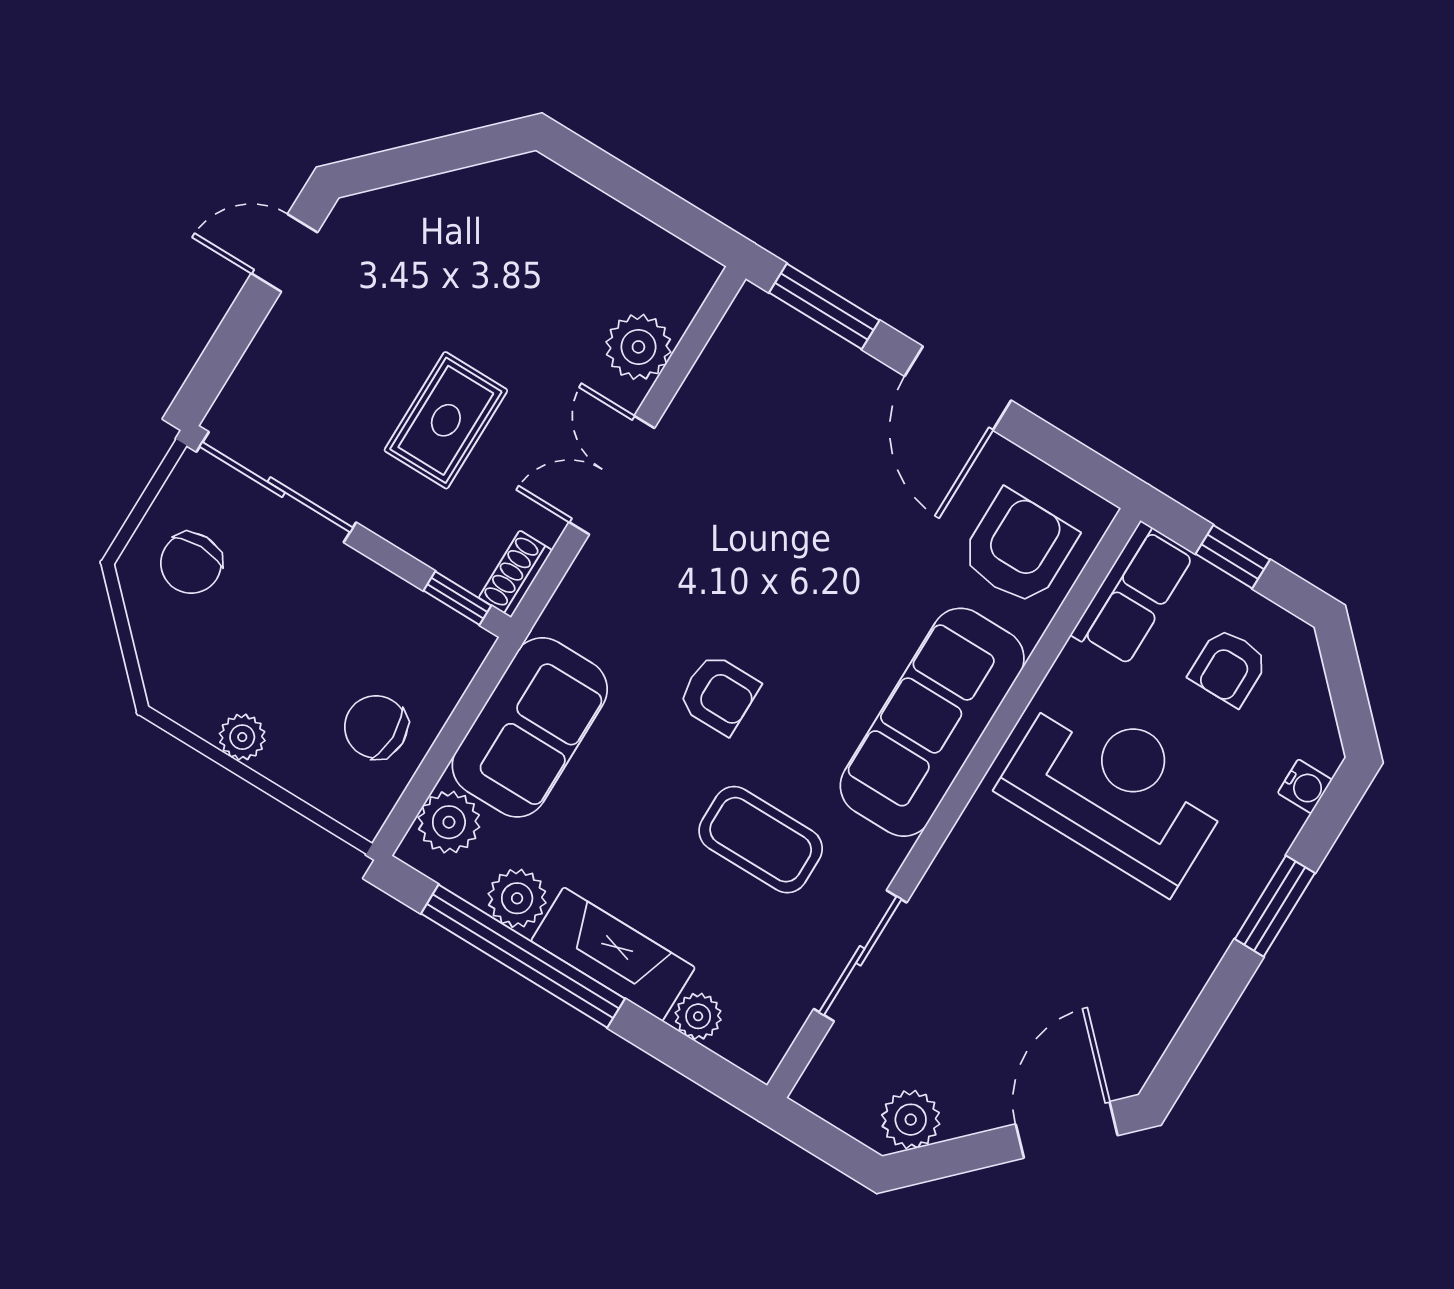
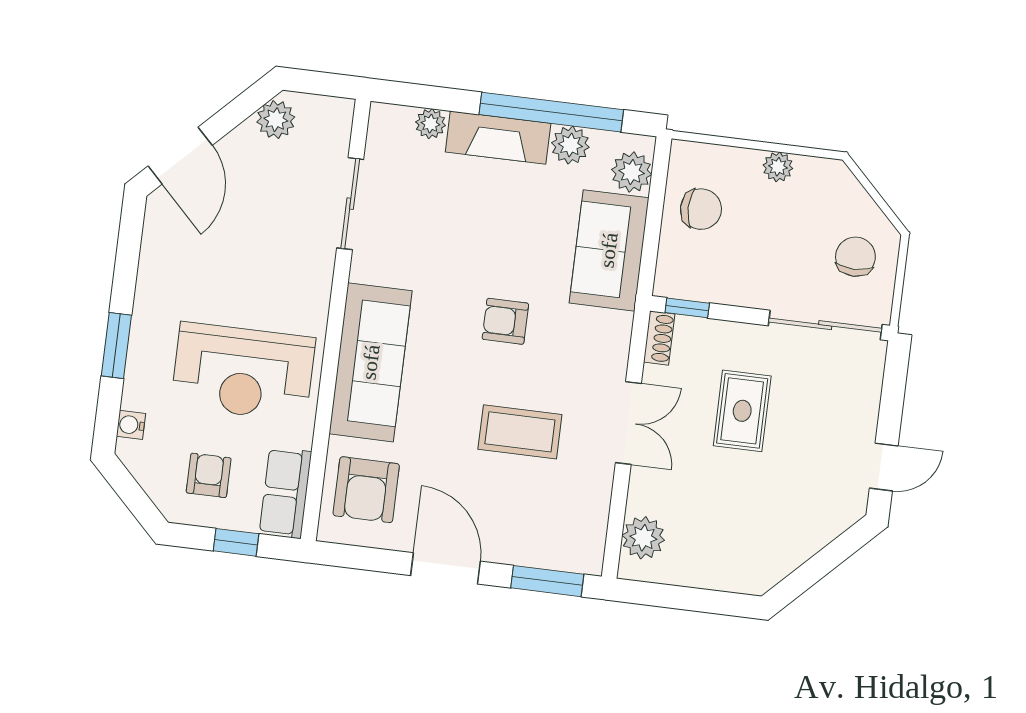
plant: (638, 347) -> (643, 538), moved
coffee table: (761, 840) -> (520, 432), moved

